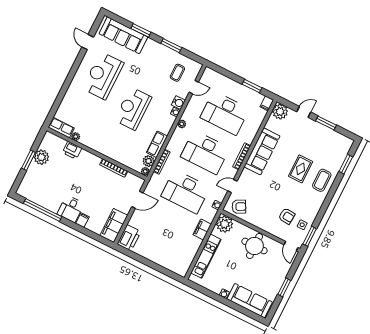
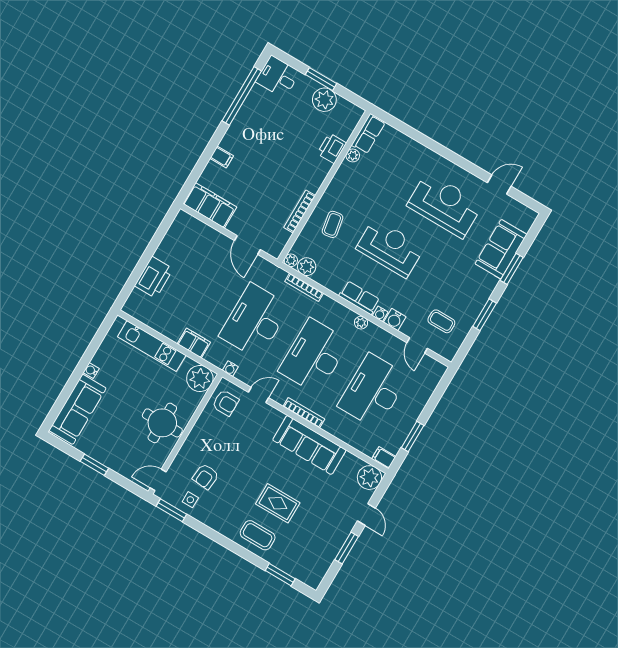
sofa: (123, 35) -> (501, 249), width x0.73
row of seats: (157, 144) -> (359, 298), moved
coffee table: (120, 146) -> (333, 224), added
door: (232, 186) -> (258, 395), hinge flipped
armchair: (239, 207) -> (225, 403), turned -62
desk: (71, 209) -> (278, 77), moved
printer: (129, 238) -> (154, 277), moved, turned -90

